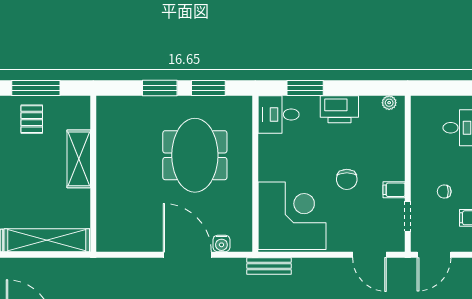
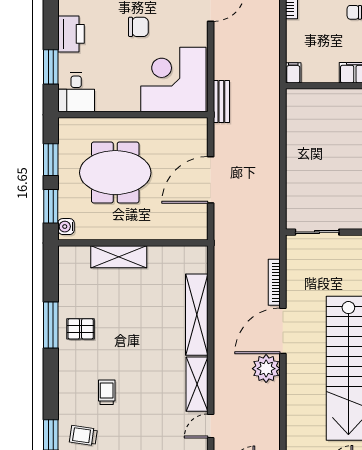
shelving: (79, 159) -> (119, 257), moved
wall: (93, 174) -> (133, 243), moved
water cooler: (221, 243) -> (66, 227), moved, turned 180

